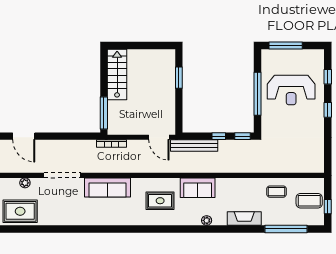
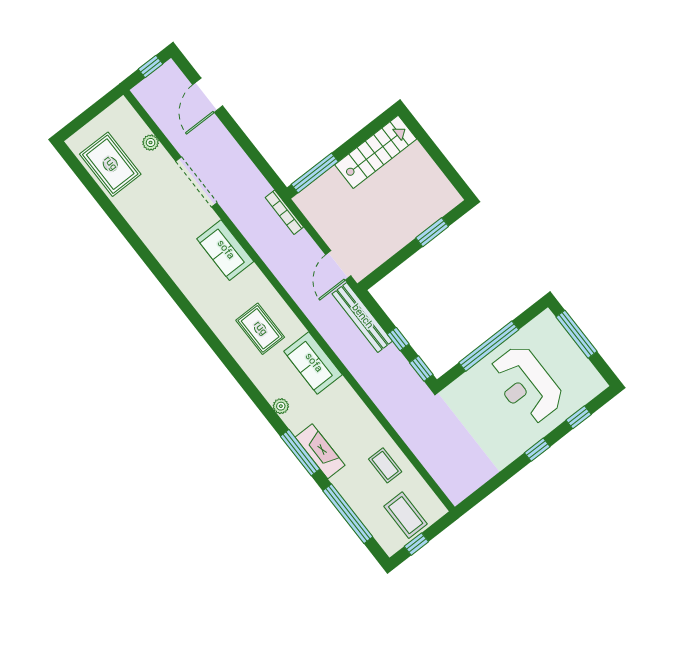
sofa: (107, 188) -> (225, 250), width x0.73
window: (237, 229) -> (300, 453), added

